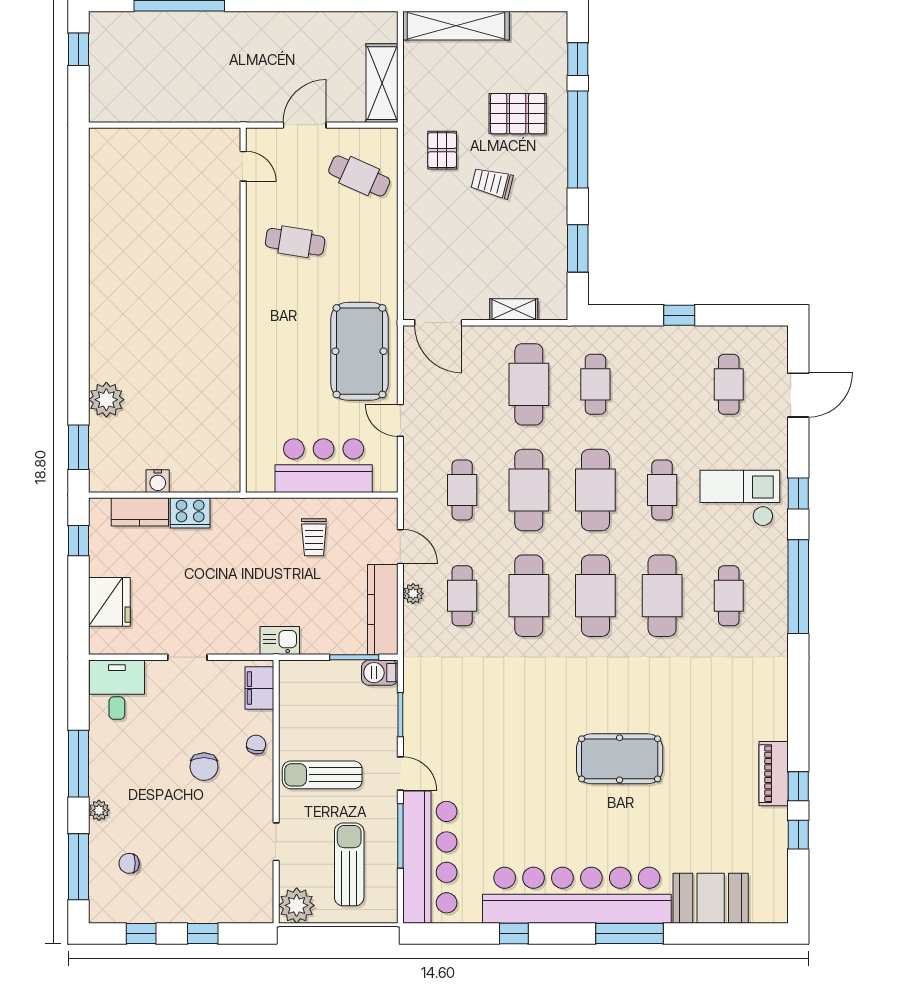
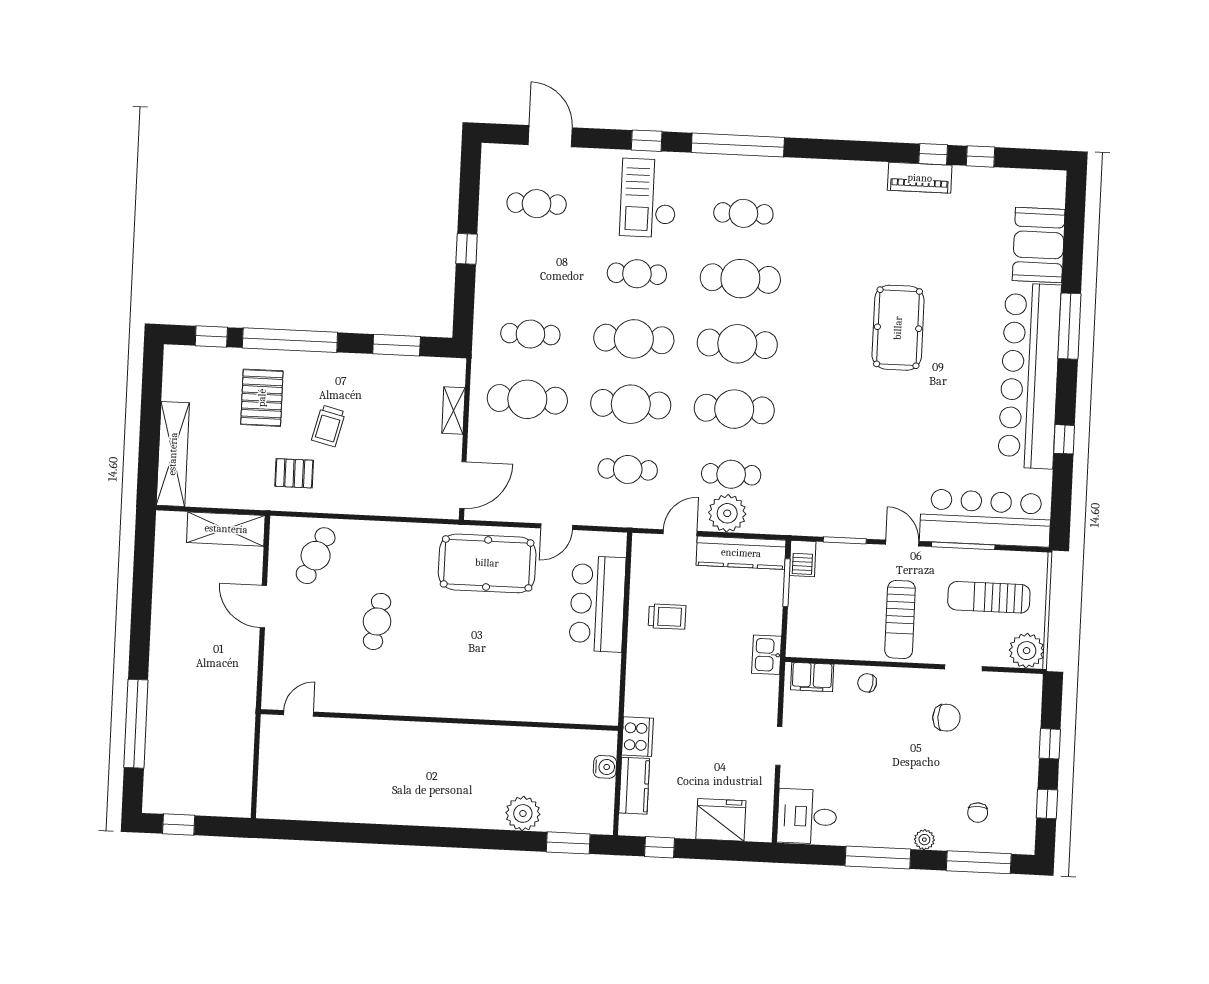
door: (243, 166) -> (299, 713), moved
wall: (243, 310) -> (439, 720), moved
plant: (413, 594) -> (727, 513), width x1.87, depth x1.87
chair: (204, 767) -> (946, 718), moved
door: (400, 773) -> (902, 543), hinge flipped

